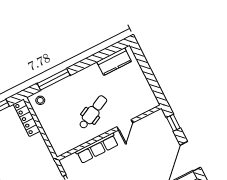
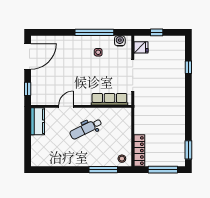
kitchen counter: (114, 62) -> (38, 121), moved, turned 90
row of seats: (97, 148) -> (109, 99), moved

